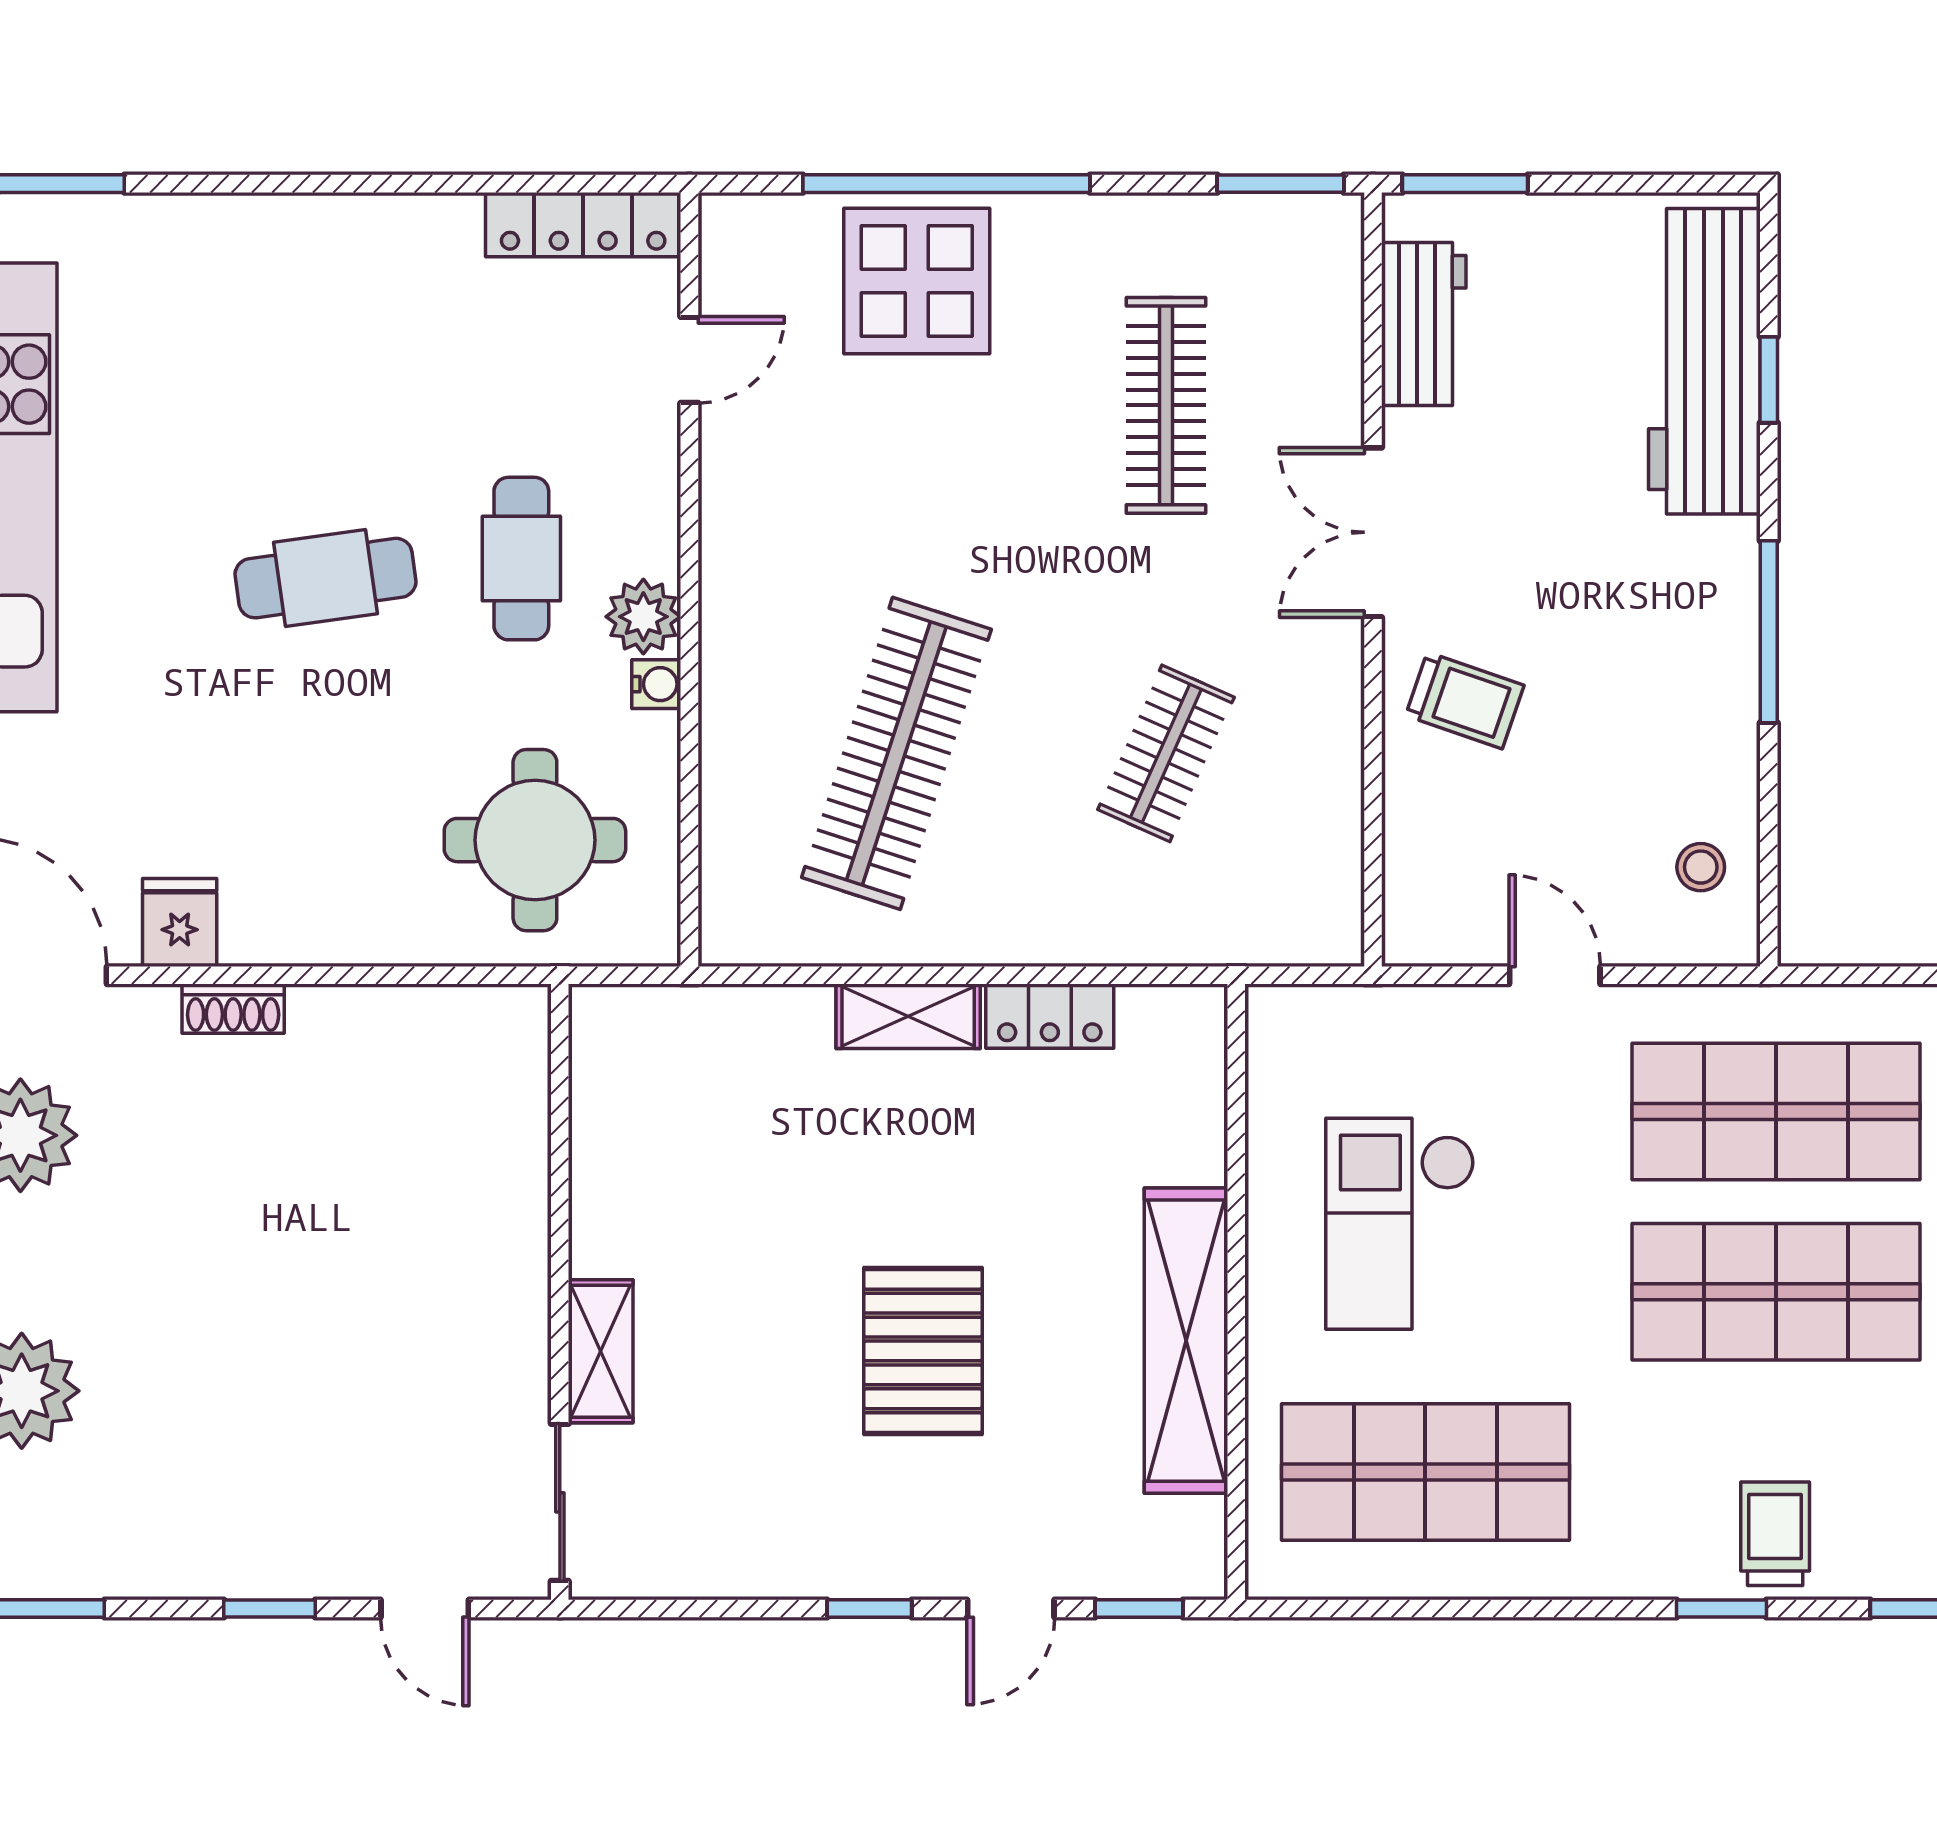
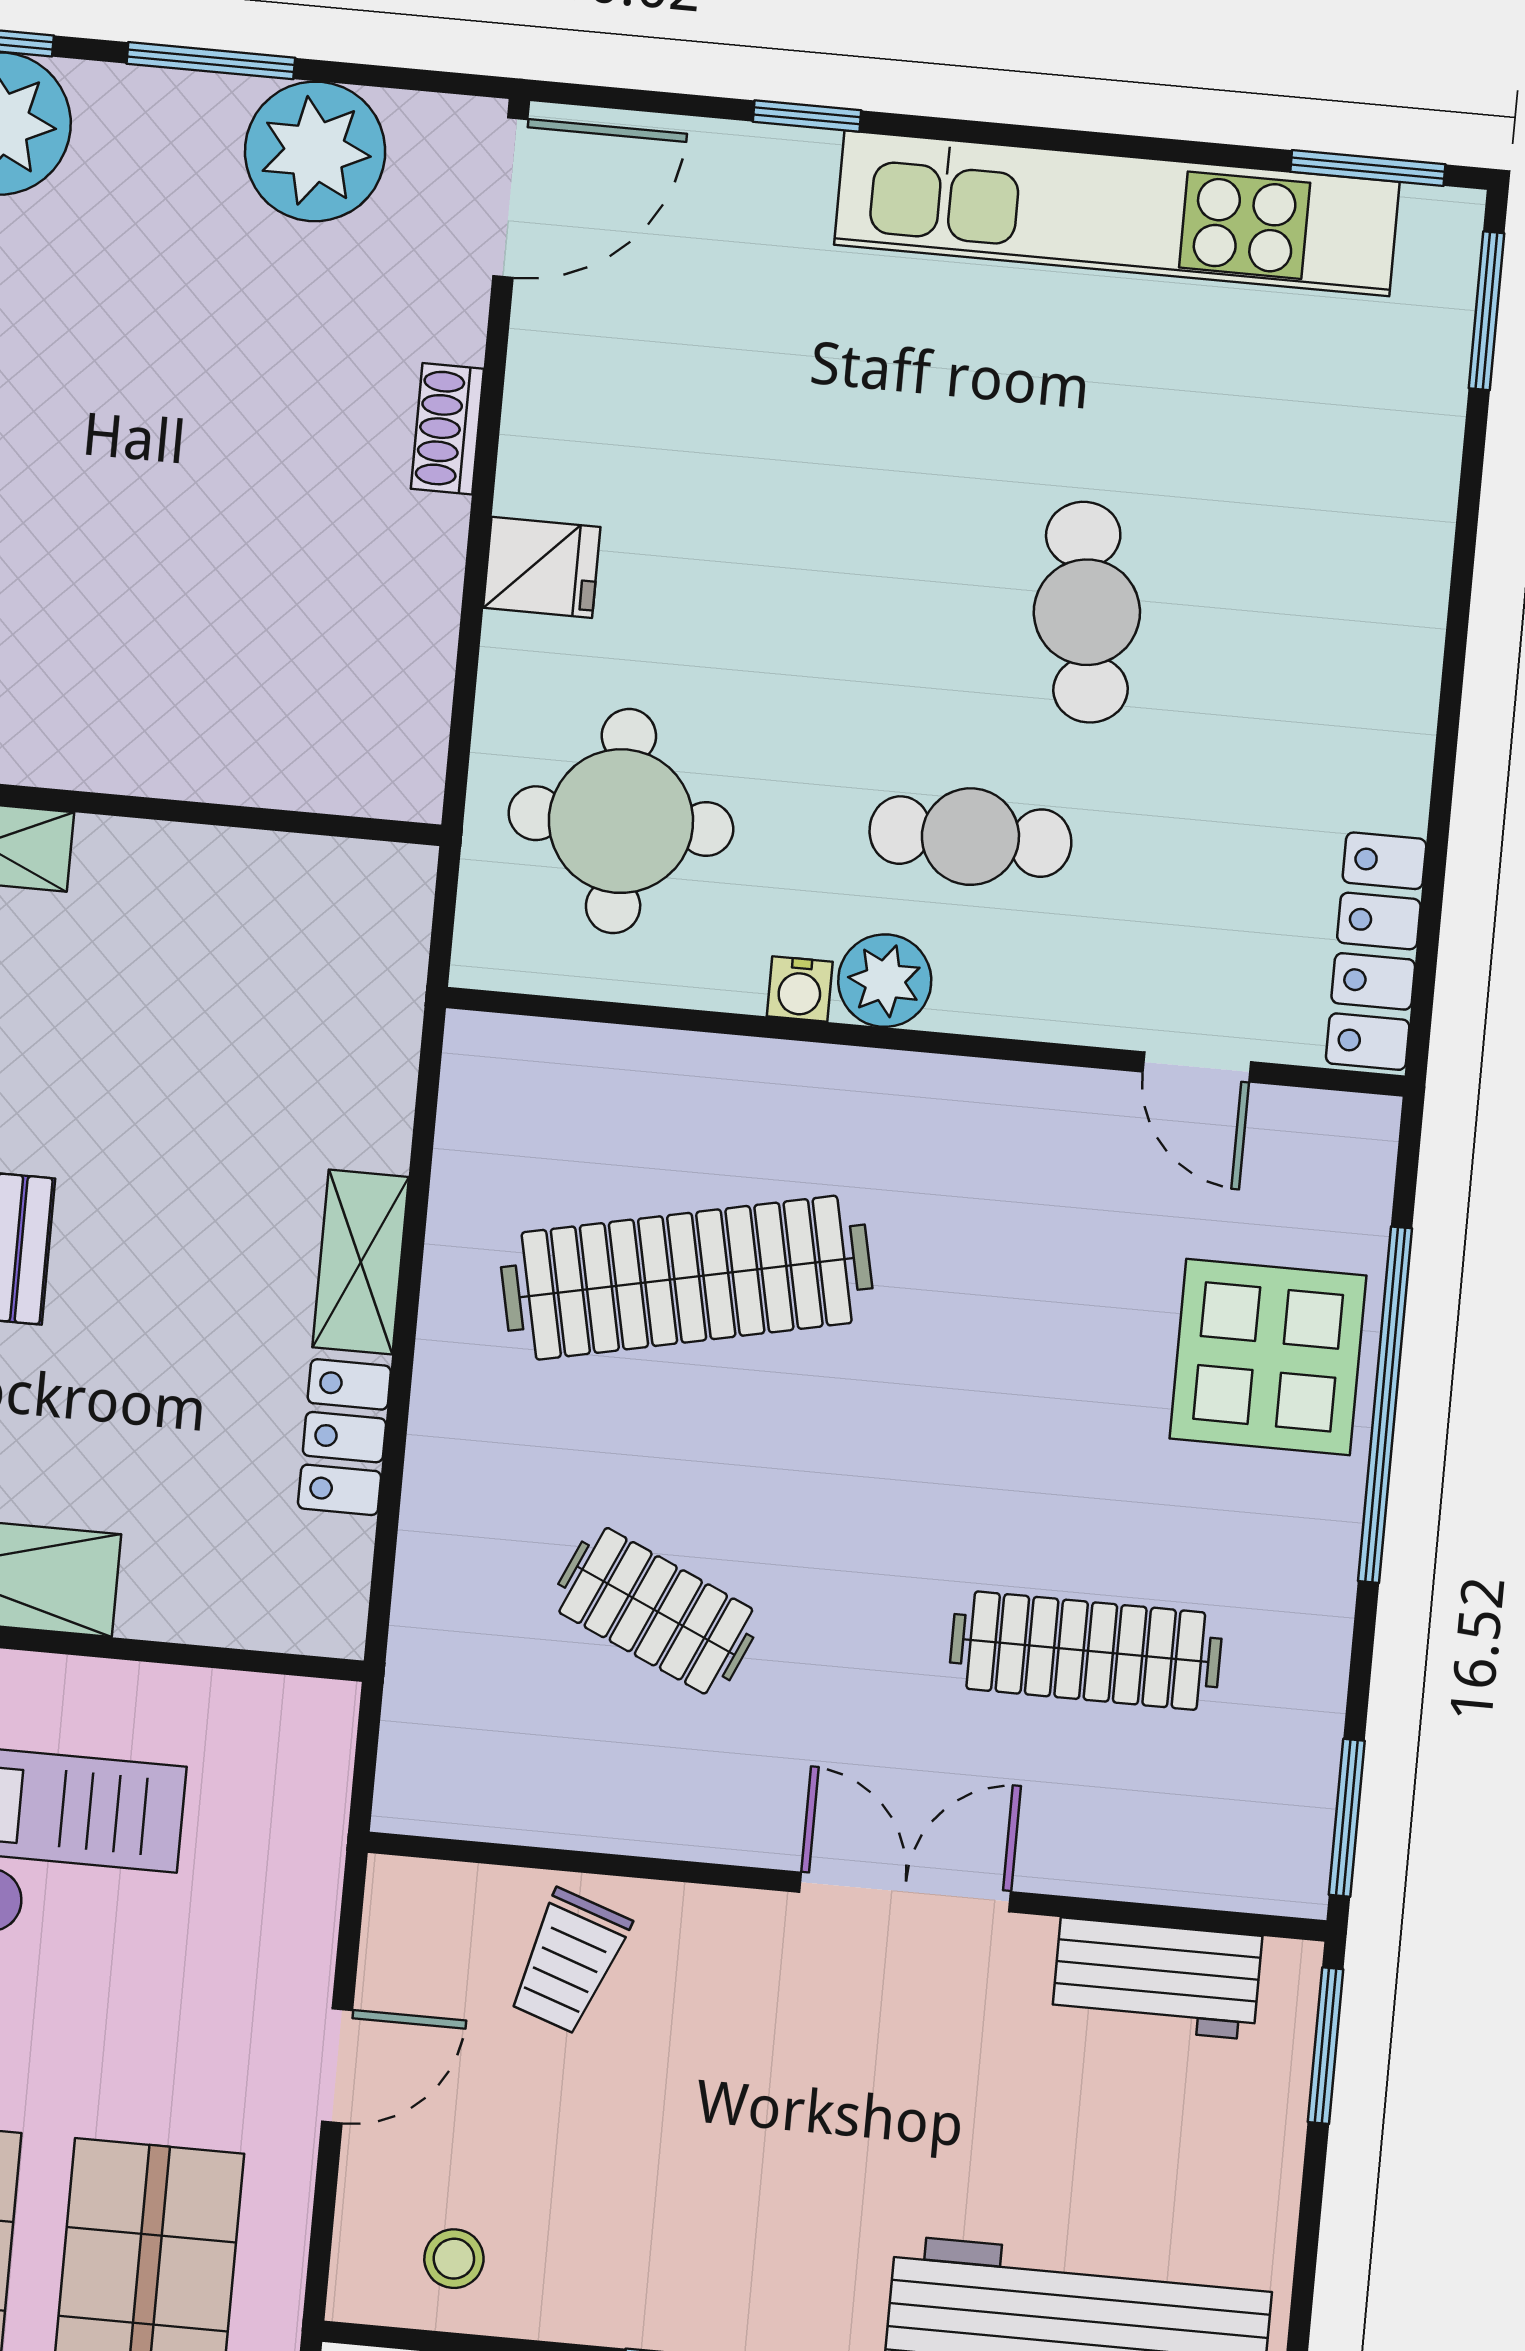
cafe table: (325, 578) -> (1087, 612), moved
trolley: (1465, 700) -> (569, 1962), moved
clothes rail: (896, 753) -> (687, 1278), turned -30
fridge: (180, 923) -> (542, 567), moved

